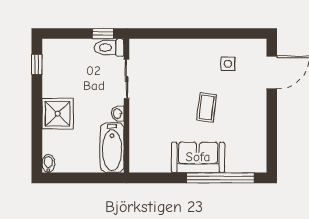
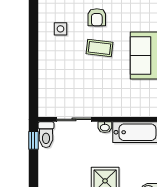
armchair: (241, 105) -> (97, 17), added

